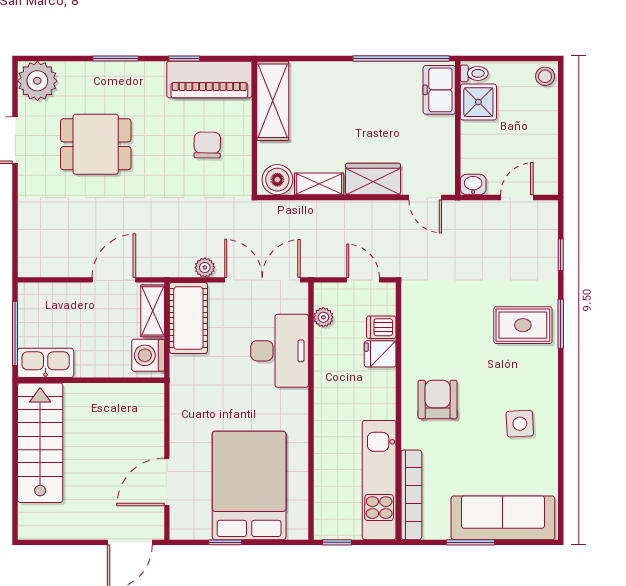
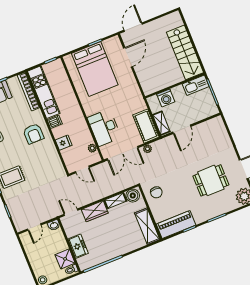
freezer: (439, 90) -> (78, 246), moved
chair: (207, 145) -> (156, 192), moved
dishwasher: (381, 327) -> (55, 122), moved
washing machine: (148, 355) -> (166, 98), moved, turned 90

